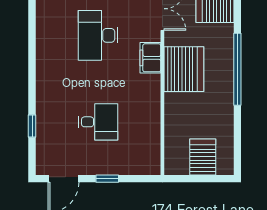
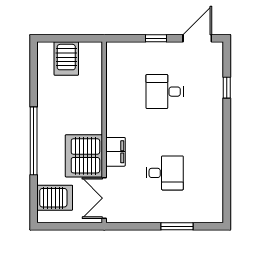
desk: (98, 35) -> (165, 173), width x0.73
server rack: (184, 69) -> (84, 156), moved

